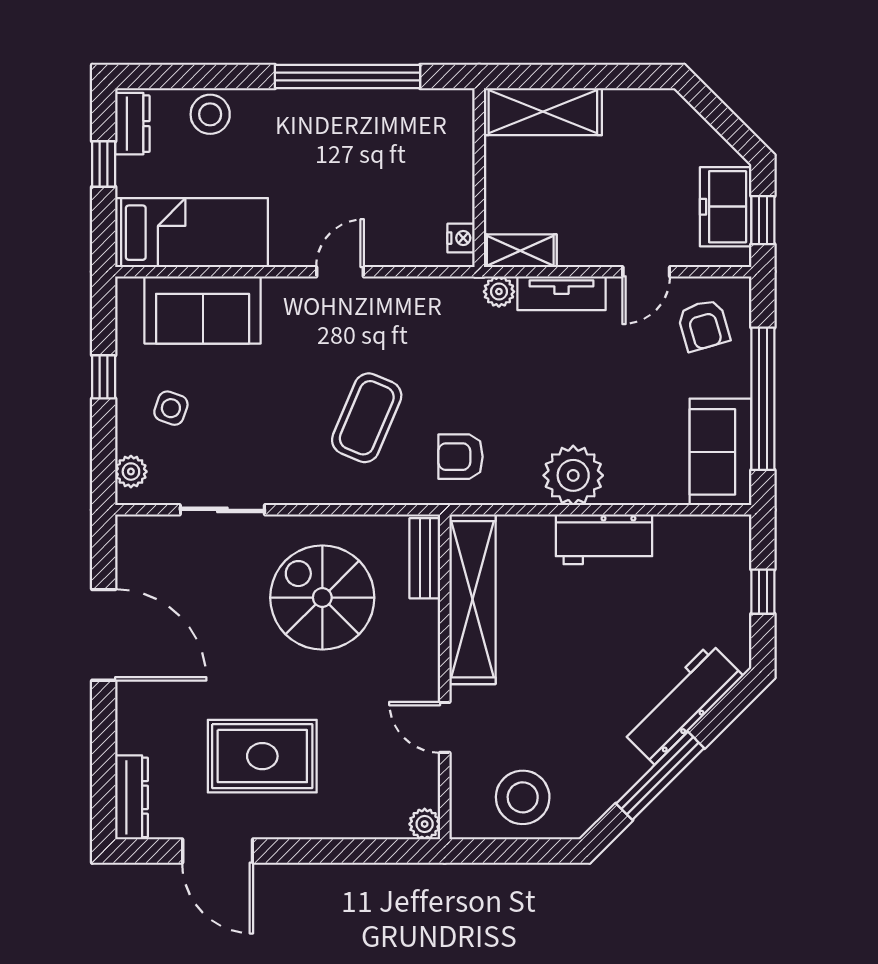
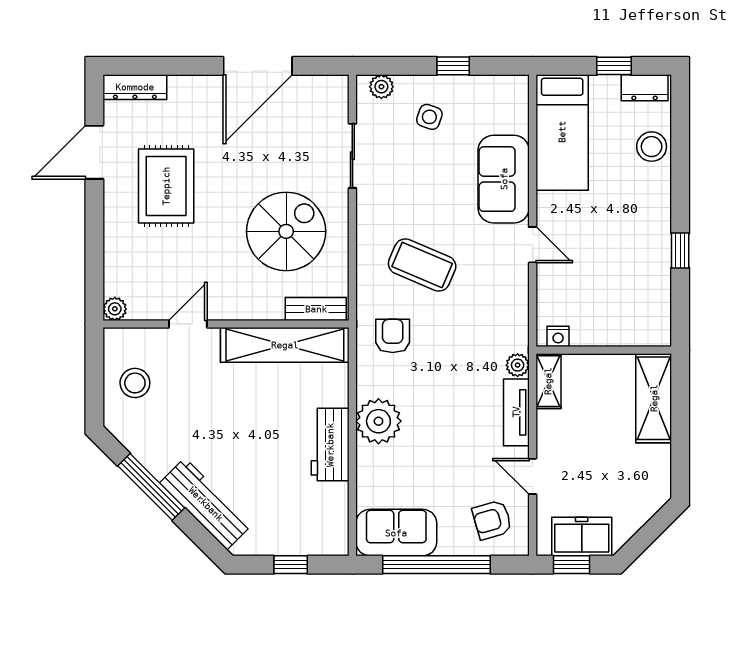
window: (348, 76) -> (680, 251), width x0.32
sofa: (203, 310) -> (504, 179), moved
stool: (523, 797) -> (135, 383), width x0.73, depth x0.73

